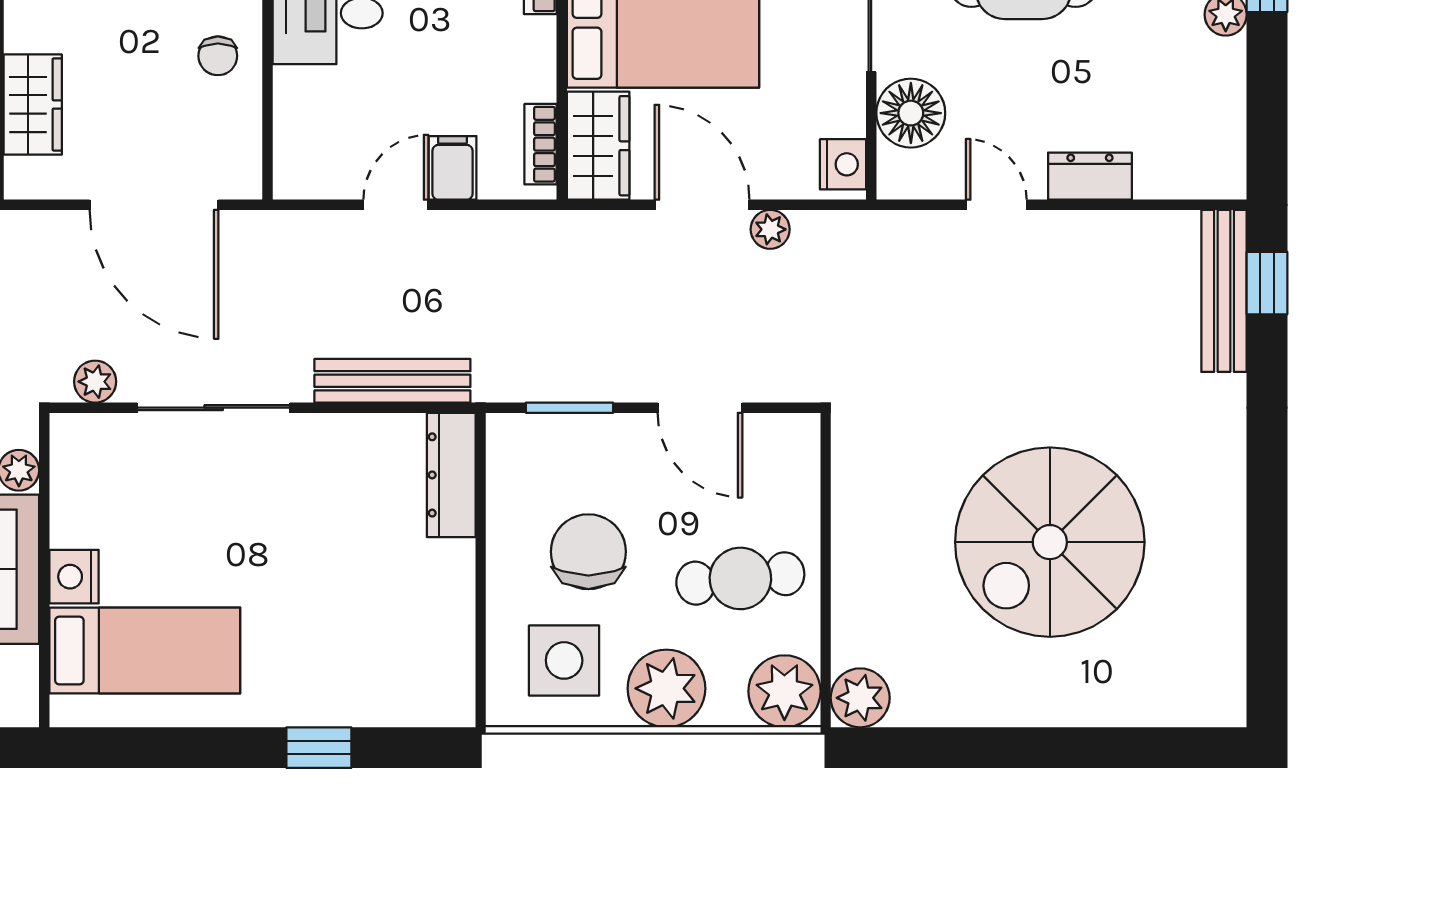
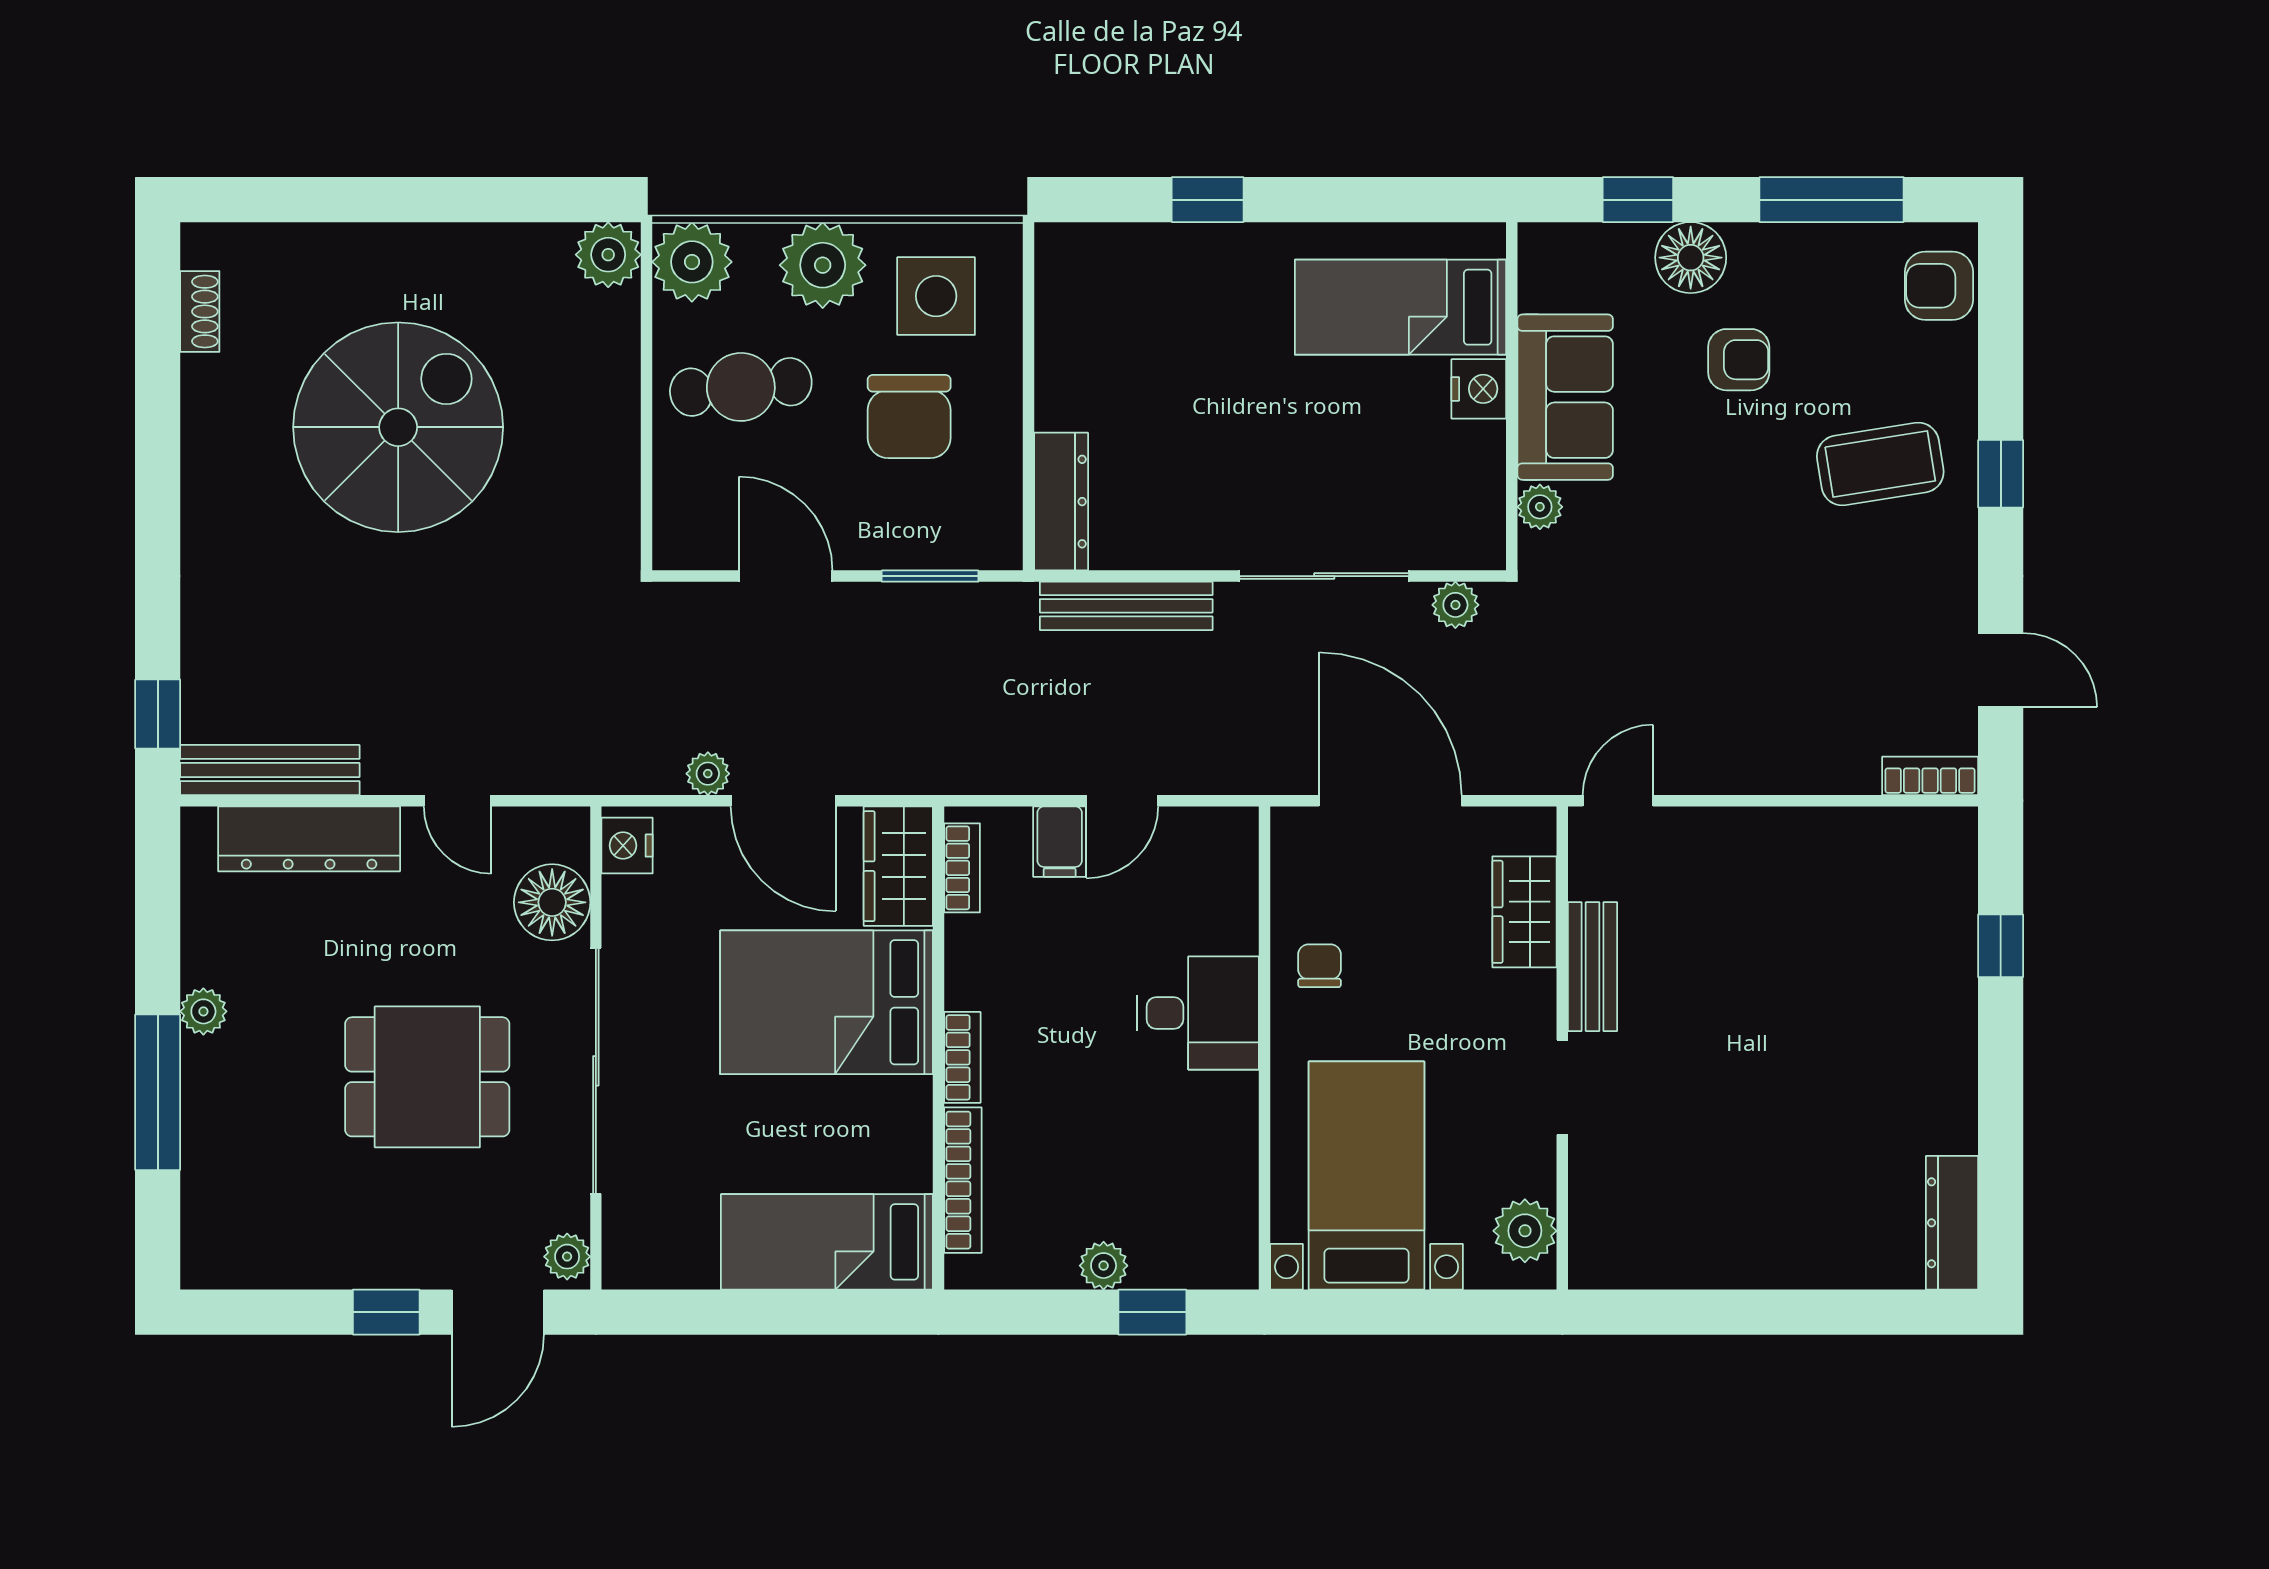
dresser: (1090, 176) -> (309, 839), width x1.96, depth x1.24
bench: (1224, 291) -> (270, 770), moved, turned 90
shoe rack: (1229, 647) -> (200, 311), added

